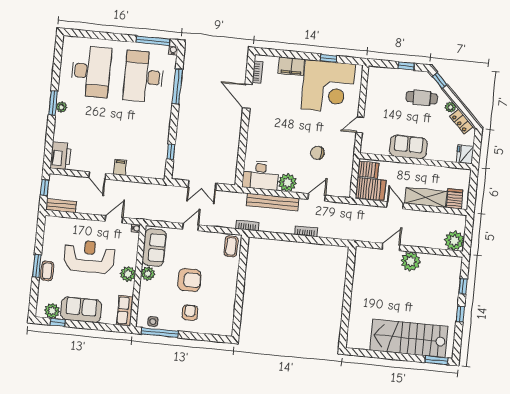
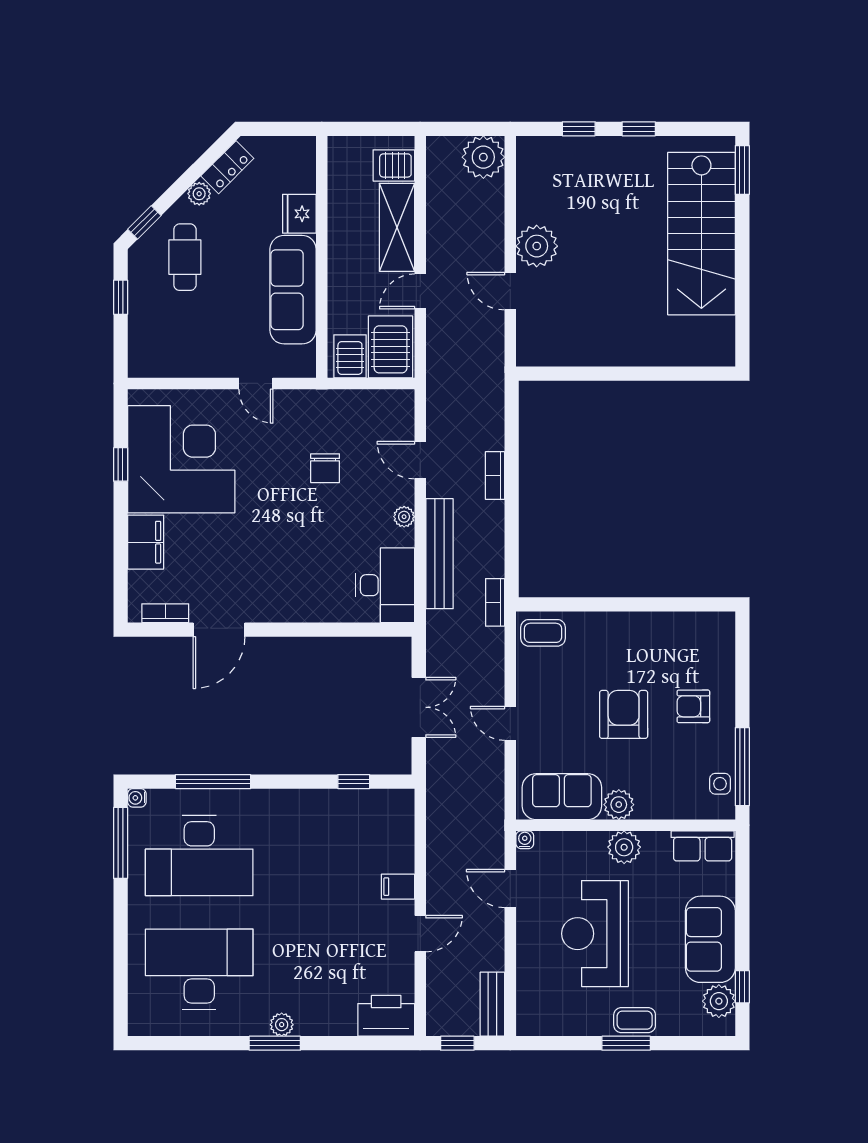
sofa: (408, 147) -> (293, 290), width x1.36
fridge: (465, 154) -> (299, 214), moved, turned 90
plant: (287, 183) -> (404, 517), width x0.53, depth x0.53

